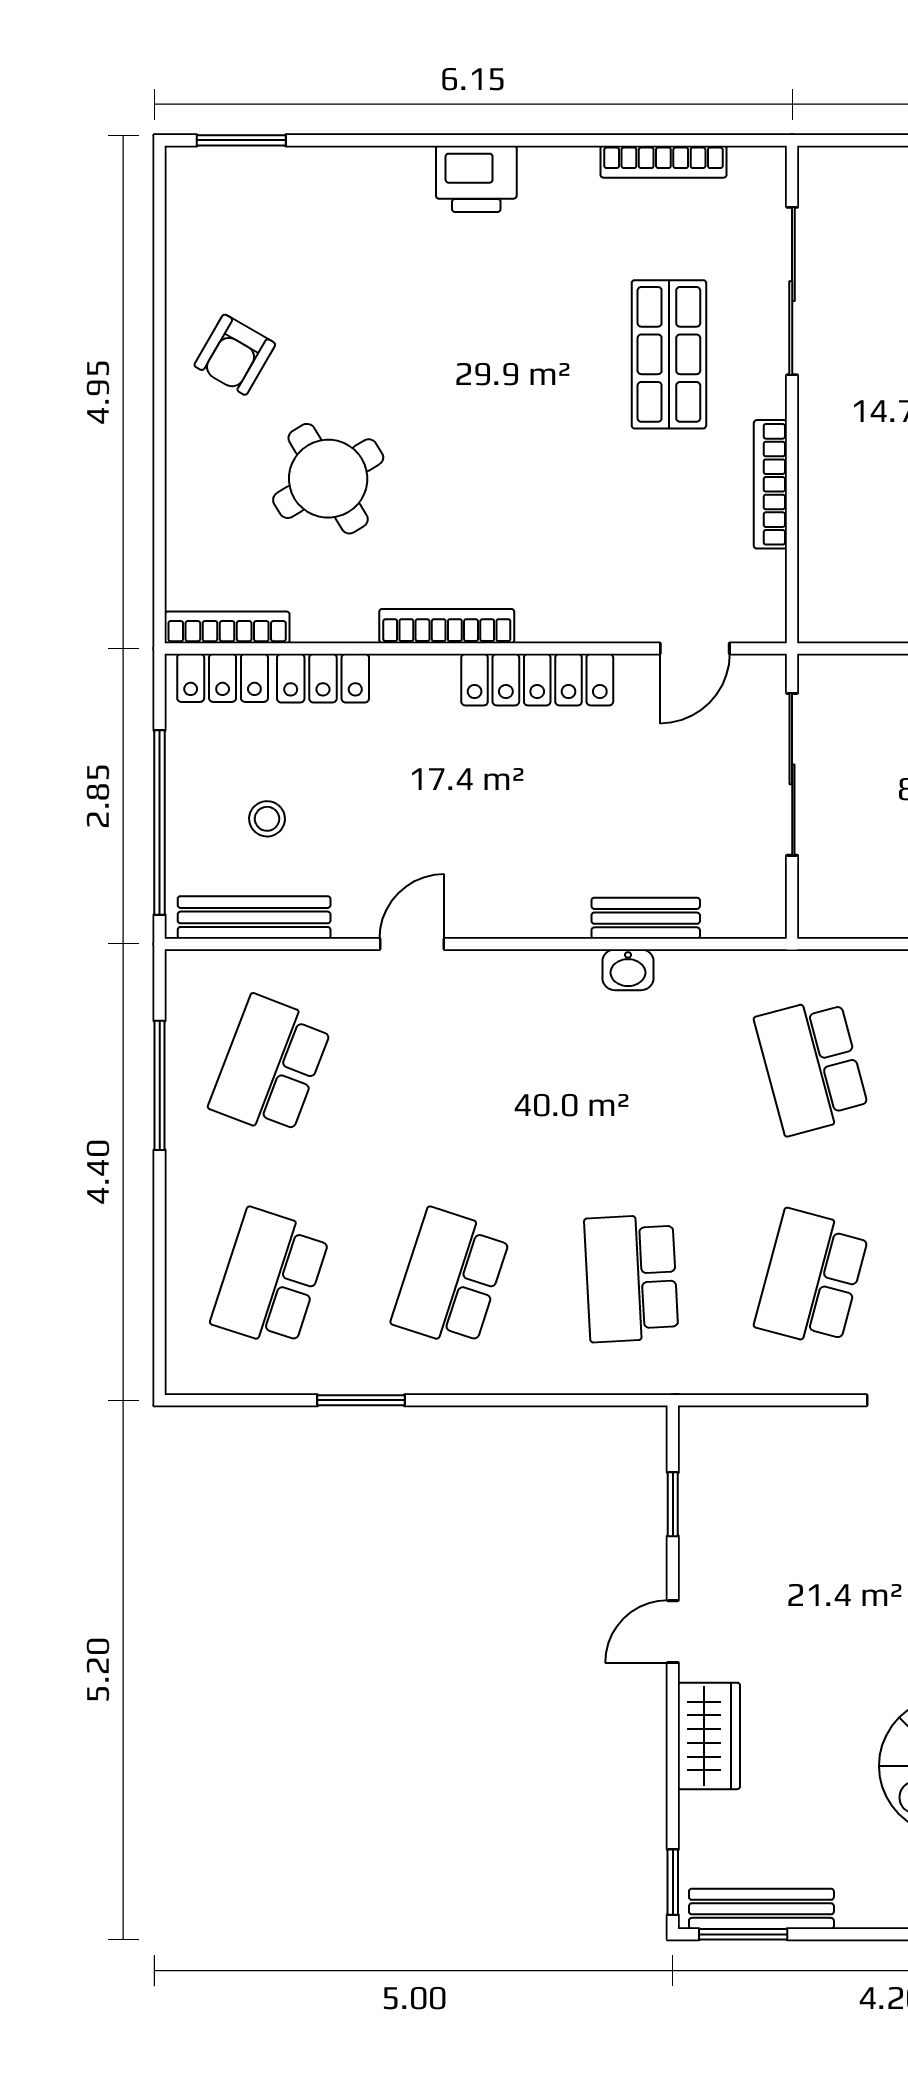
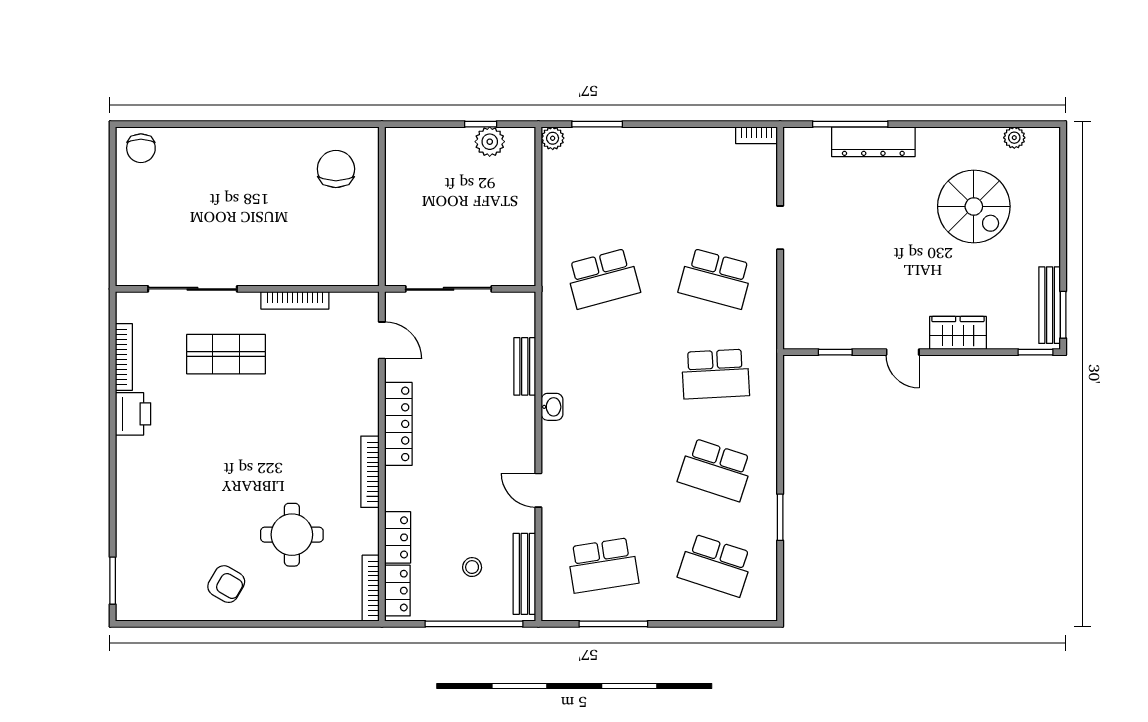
printer: (476, 179) -> (133, 414), moved
round table: (328, 479) -> (292, 535), turned 31
washbasin: (628, 970) -> (552, 407), moved
school desk: (270, 1066) -> (603, 565), turned -30

